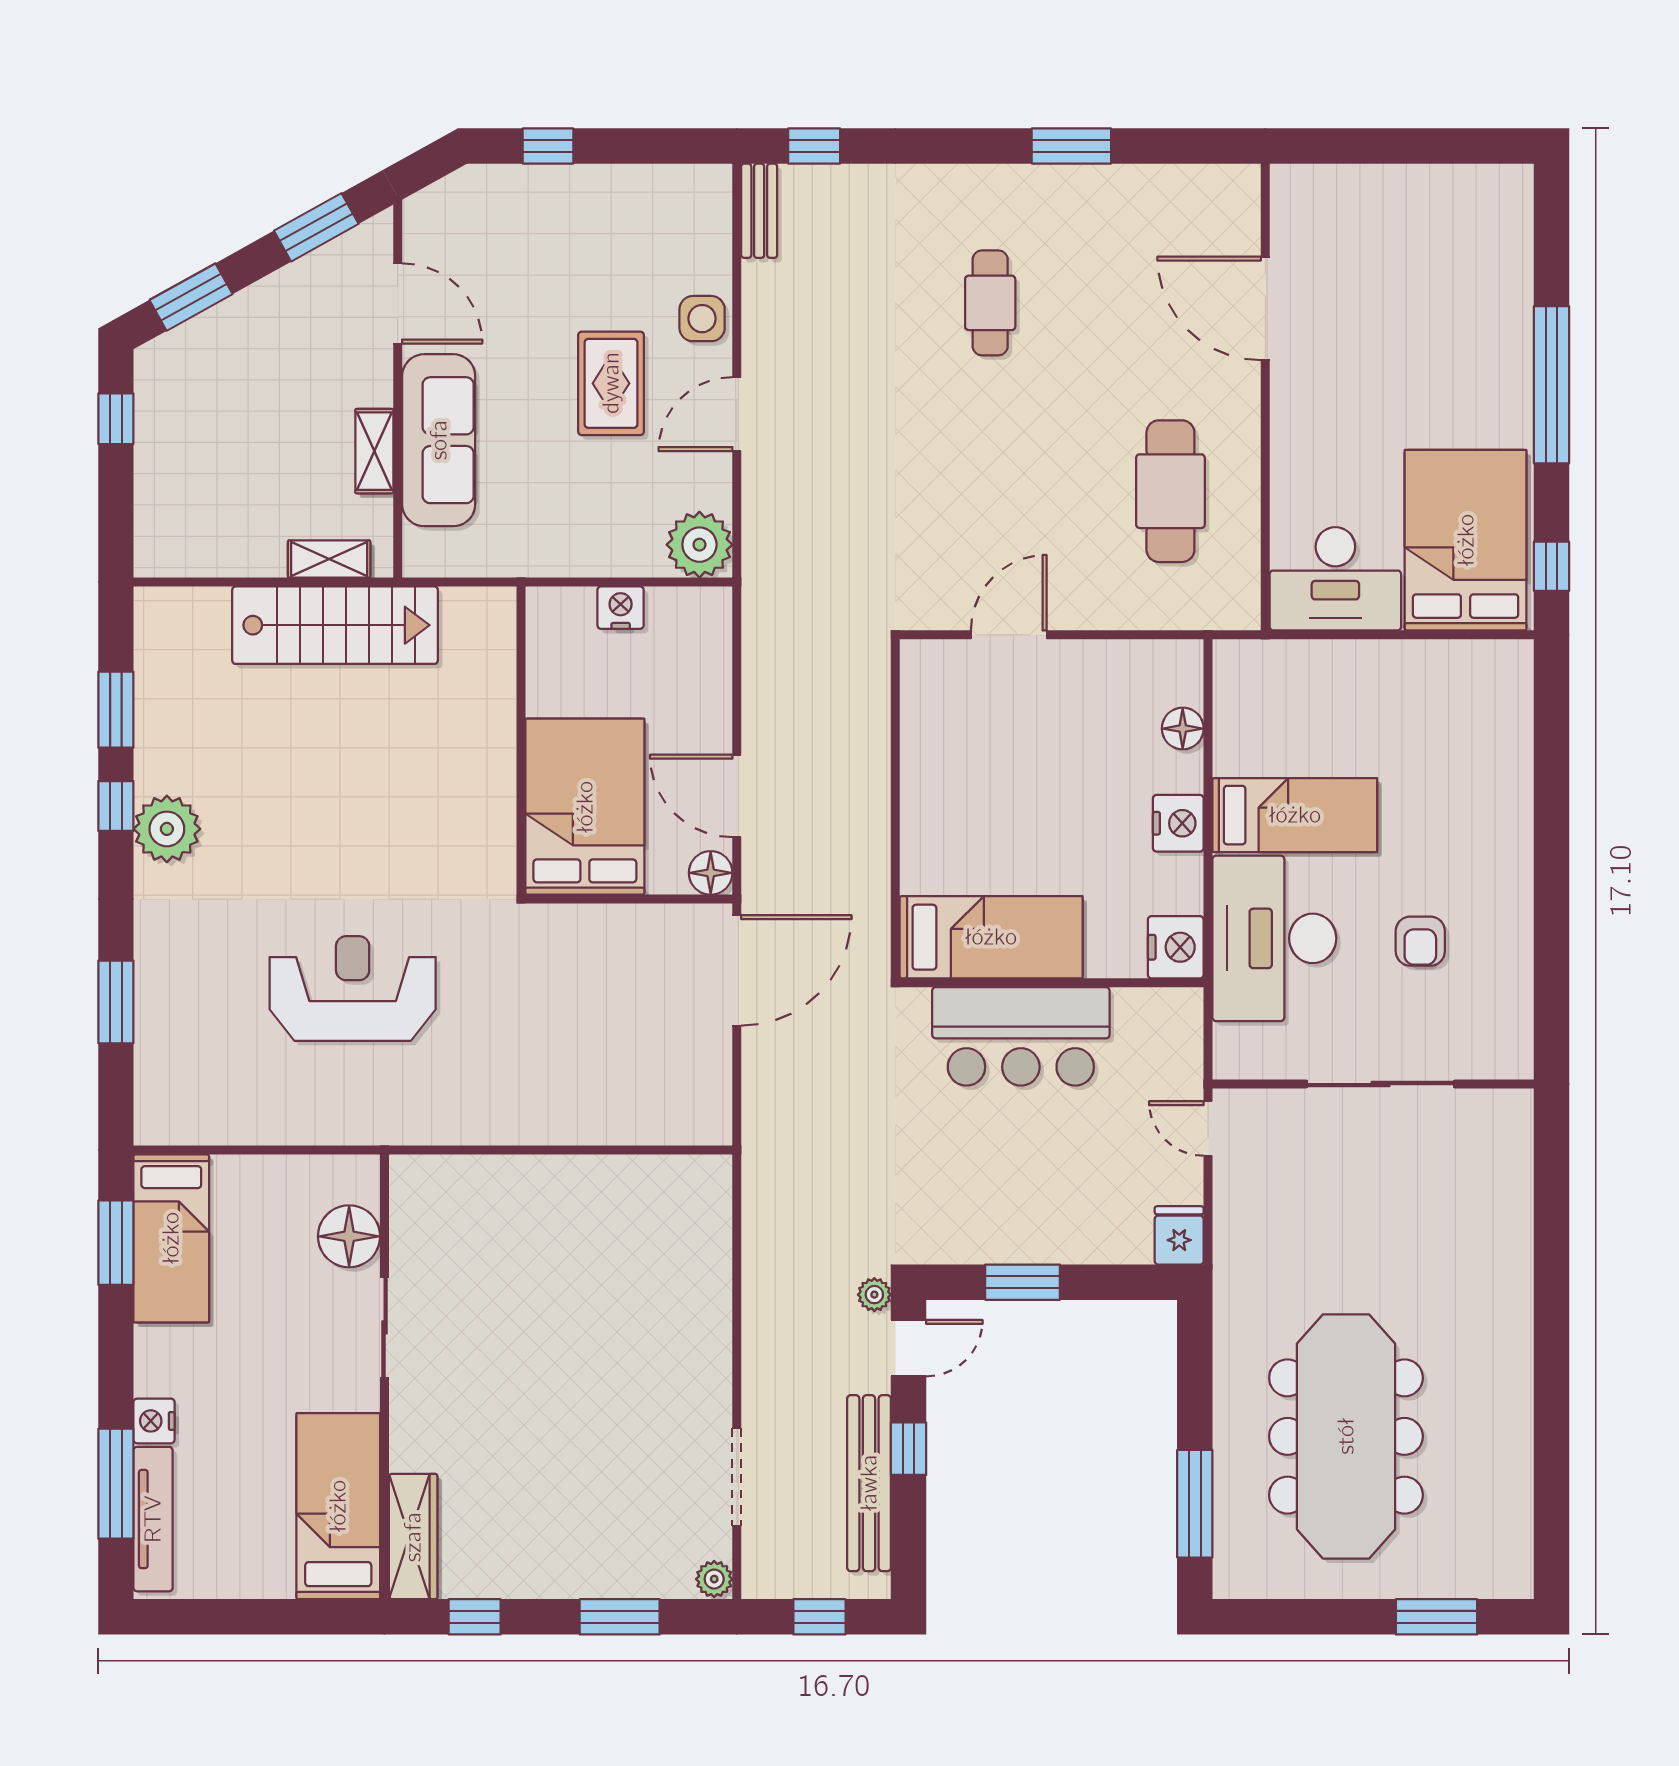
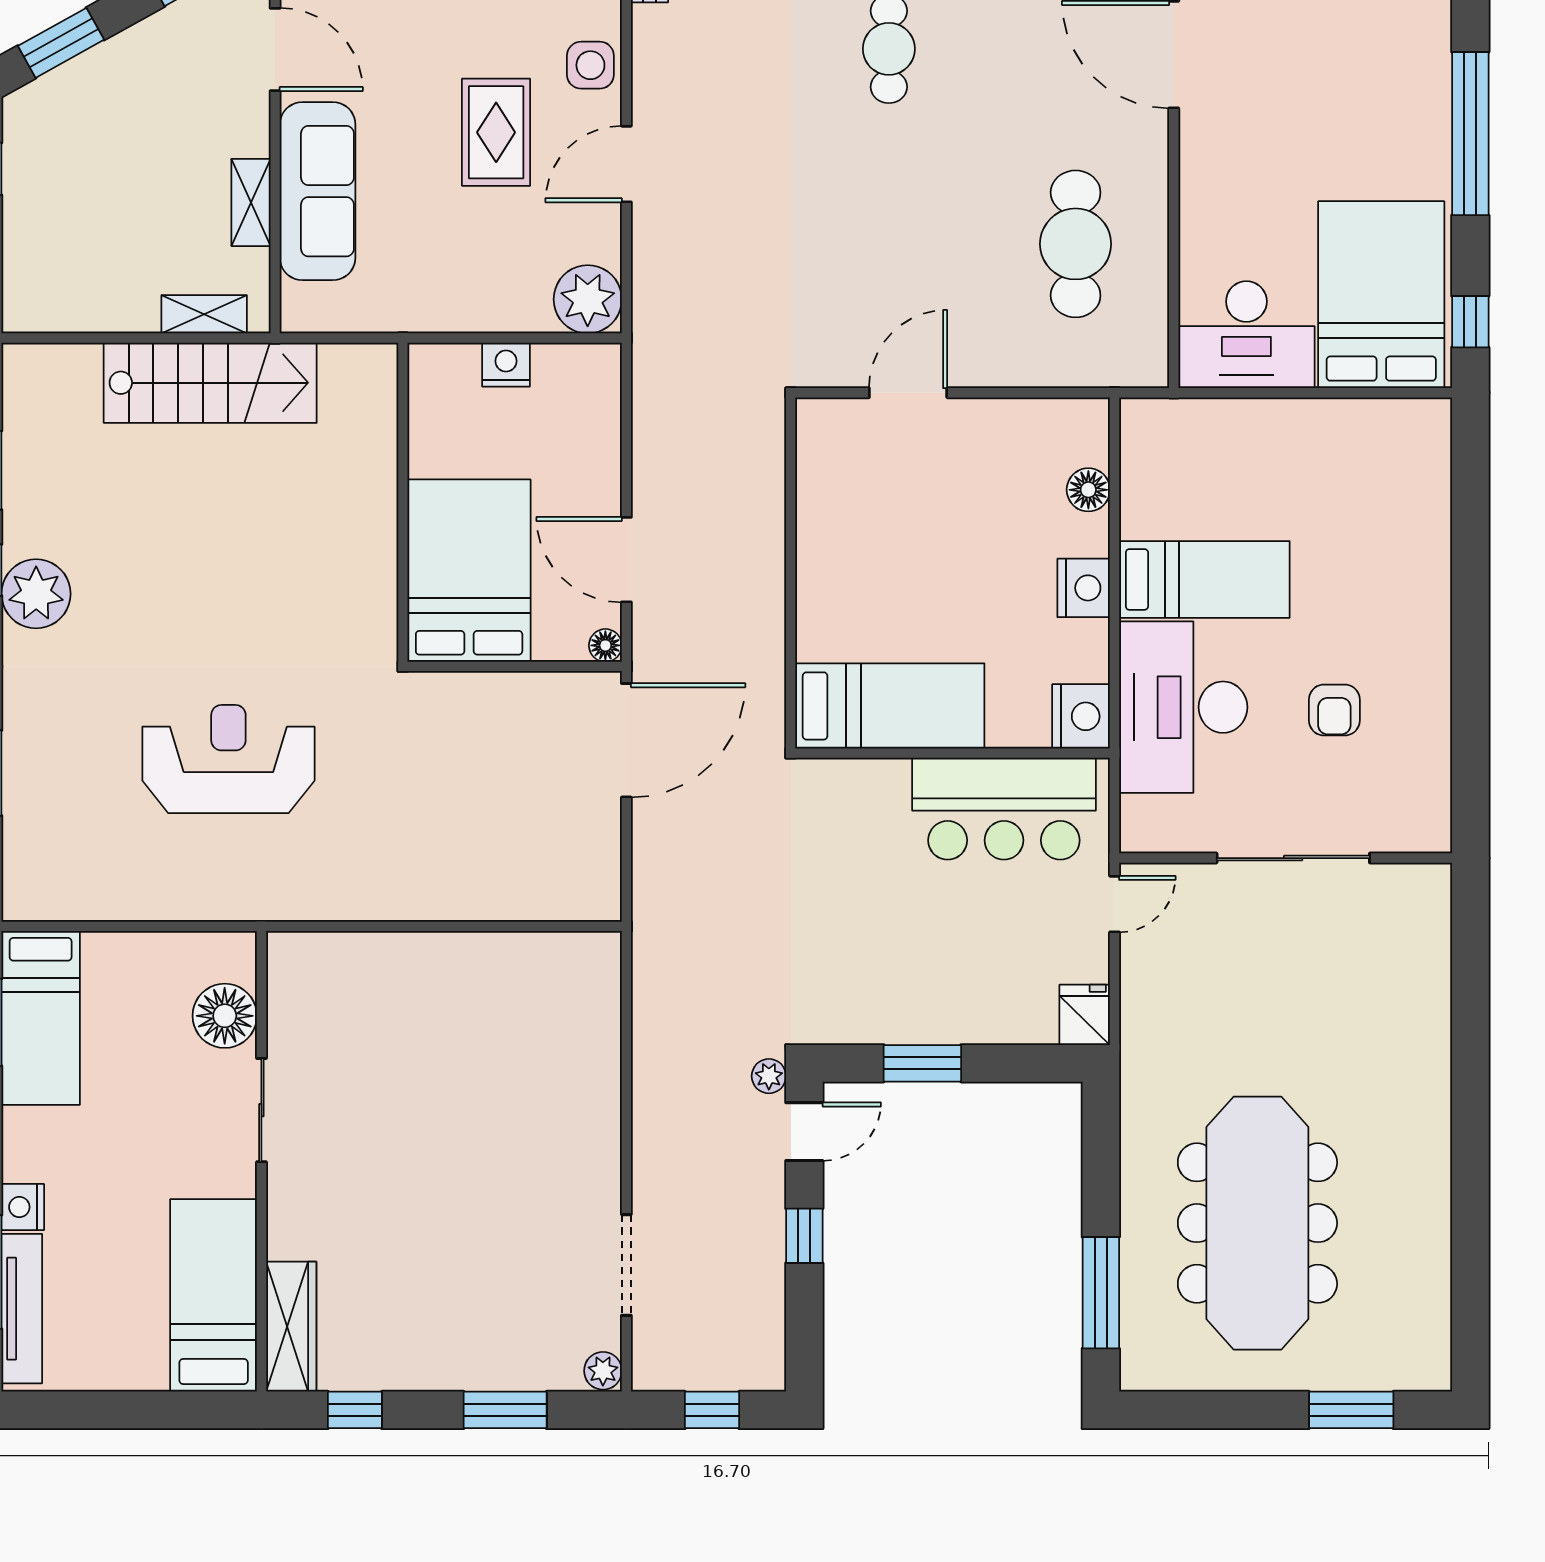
floor lamp: (711, 873) -> (605, 645), width x0.73, depth x0.73
bar counter: (1021, 1036) -> (1004, 809), moved
door: (1208, 1128) -> (1114, 904), swing flipped
bench: (869, 1483) -> (763, 1271), removed

